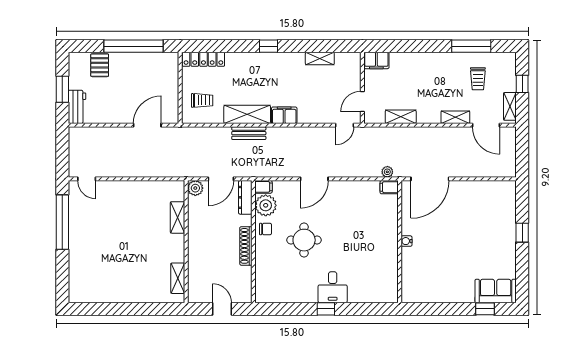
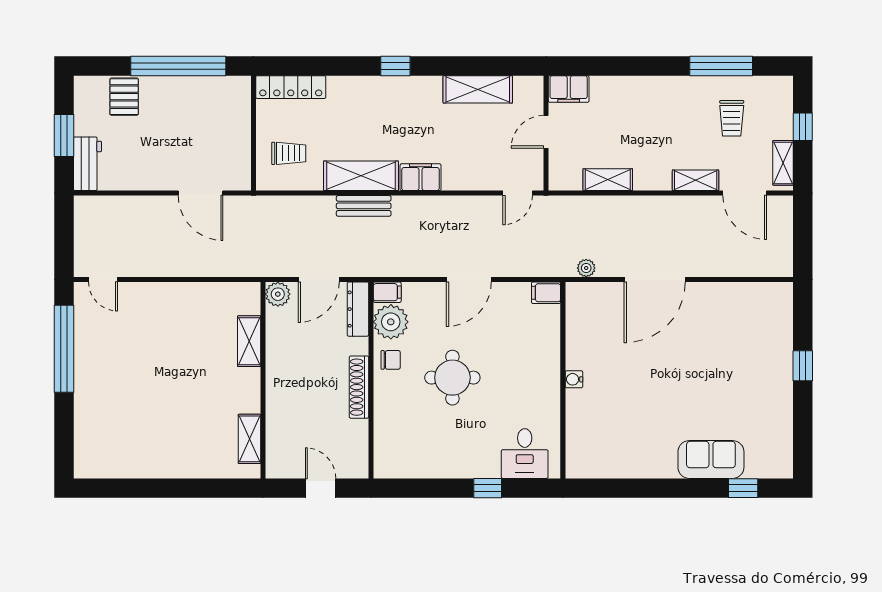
shelving: (320, 59) -> (478, 89), width x1.50, depth x1.33
door: (362, 101) -> (546, 132), moved
door: (147, 125) -> (201, 193), swing flipped
filing cabinet: (389, 187) -> (546, 293), moved
water cooler: (407, 241) -> (574, 379), moved
wall: (400, 242) -> (563, 380), moved
desk: (333, 287) -> (525, 454), moved
sofa: (496, 291) -> (711, 460), moved

